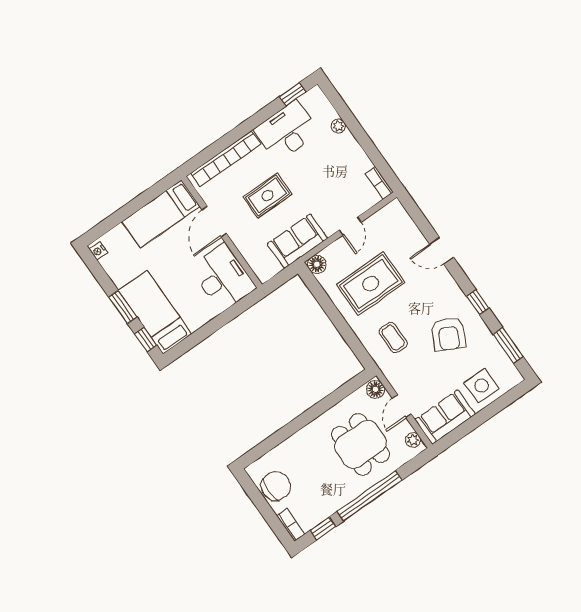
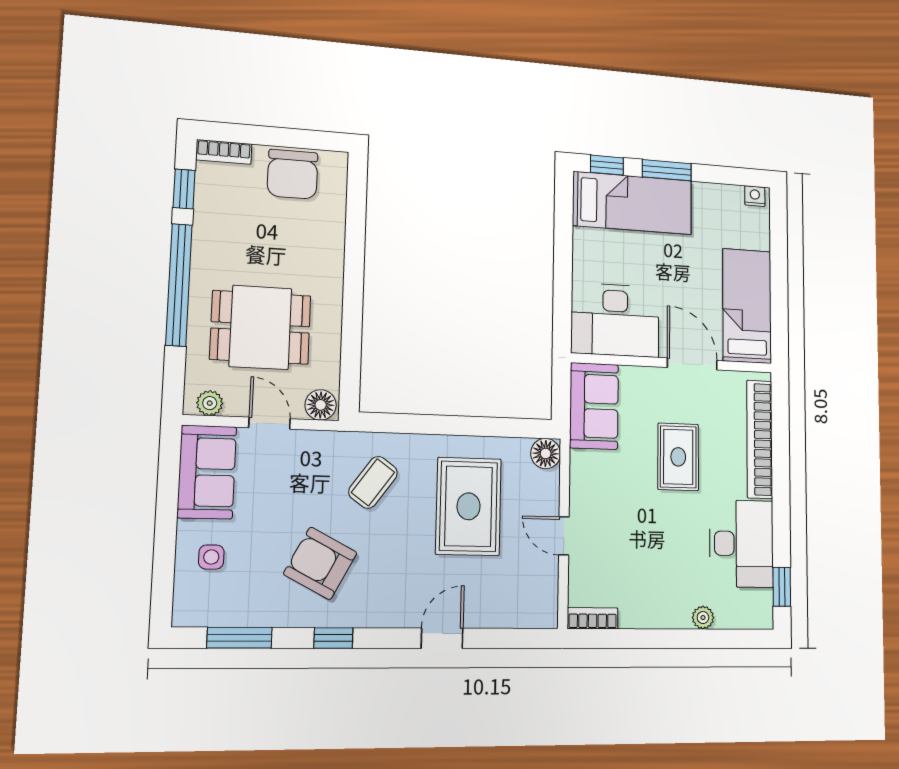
sofa: (298, 241) -> (594, 406), moved
coffee table: (393, 338) -> (373, 482), turned -54
side table: (482, 386) -> (211, 557), width x0.54, depth x0.54

